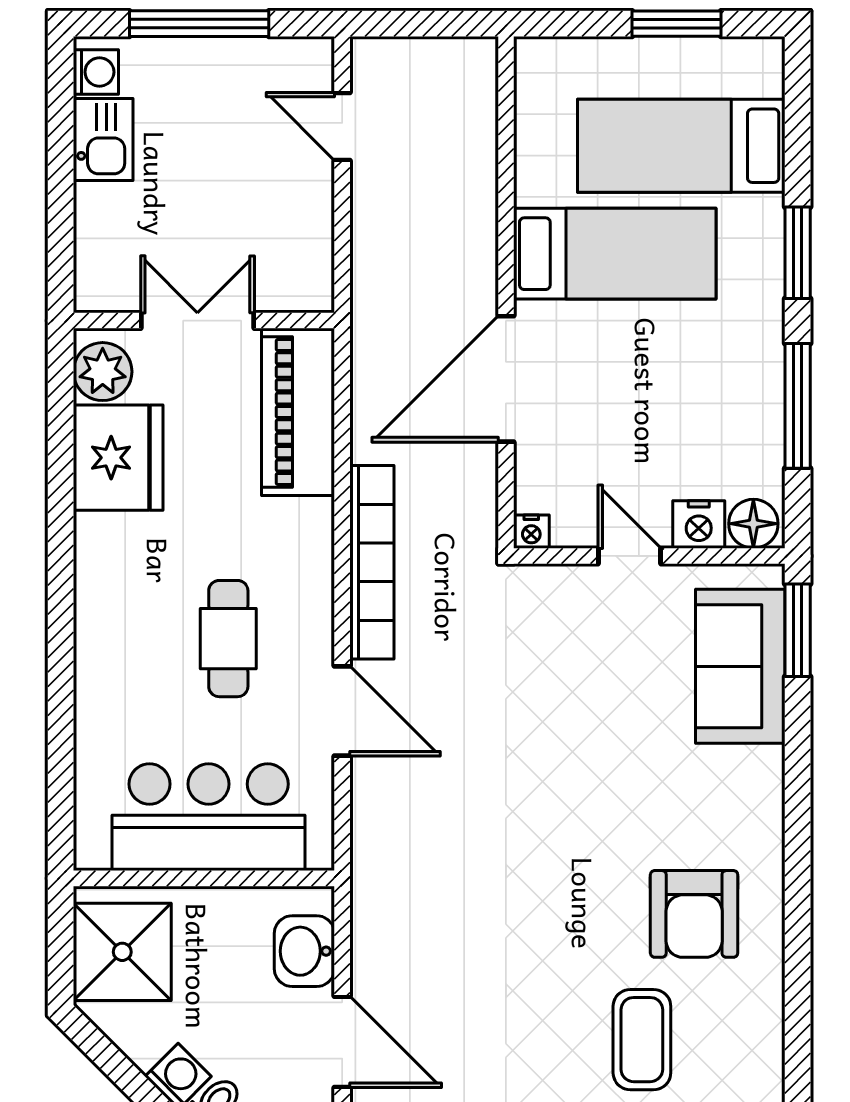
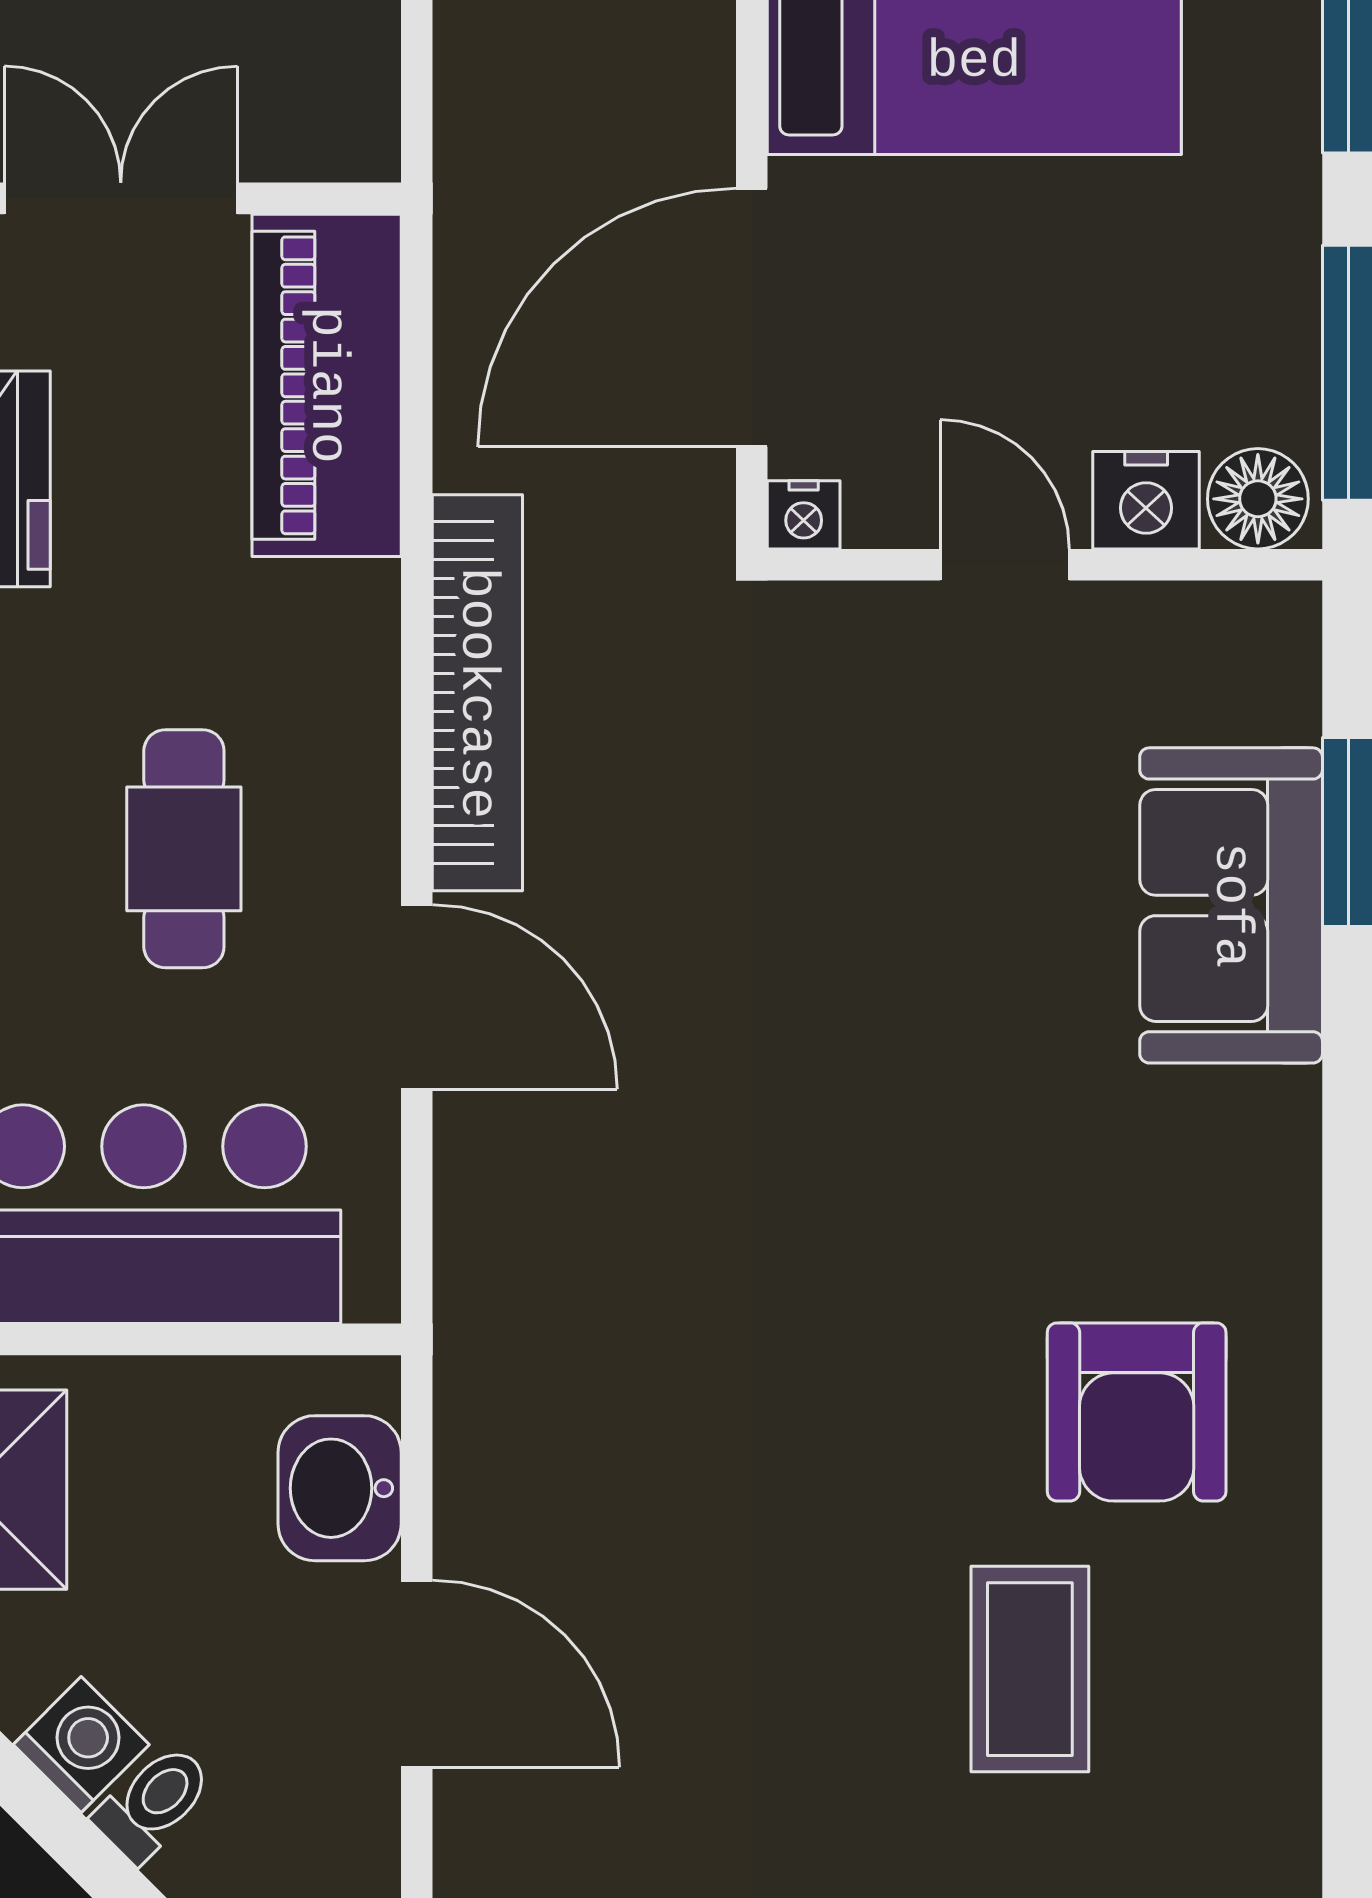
nightstand: (699, 524) -> (1146, 500), moved
floor lamp: (753, 524) -> (1258, 499), moved
nightstand: (531, 532) -> (804, 515), moved
door: (630, 556) -> (1005, 565), moved
wall: (649, 556) -> (1045, 565), moved

